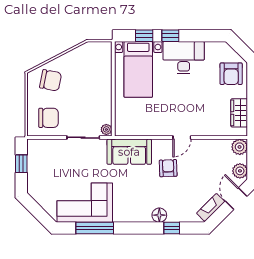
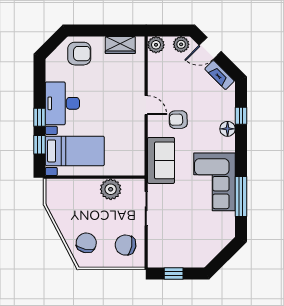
chair: (49, 118) -> (126, 245), turned -80
plant: (106, 129) -> (111, 189), moved, width x1.88, depth x1.88
corner sofa: (85, 203) -> (214, 182), moved

